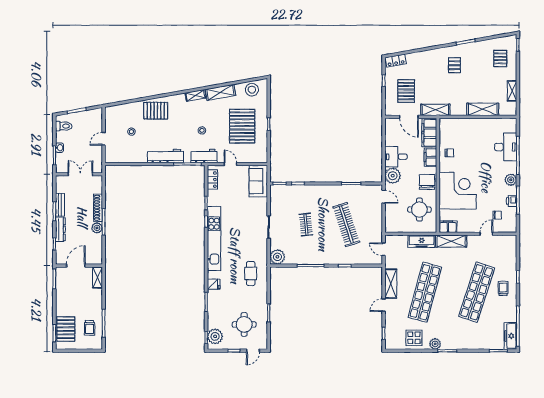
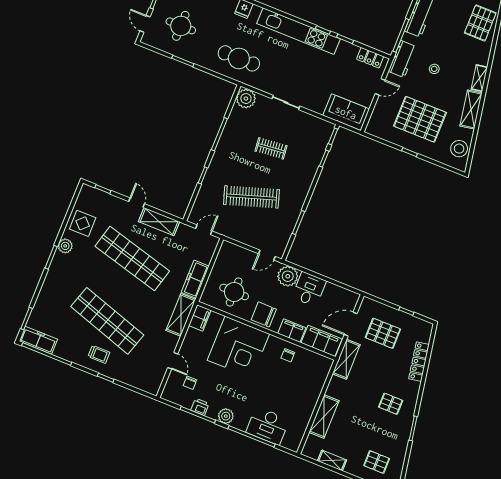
locker: (396, 61) -> (419, 362), moved, width x1.53
chair: (427, 182) -> (264, 314), turned 180
cafe table: (251, 273) -> (239, 58), width x1.37, depth x1.35

